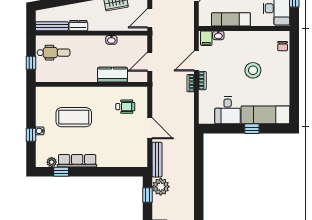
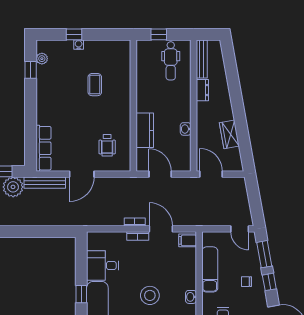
washbasin: (218, 35) -> (191, 297), moved
coffee table: (74, 117) -> (95, 85), width x0.54, depth x0.58
row of seats: (77, 161) -> (44, 148), moved

